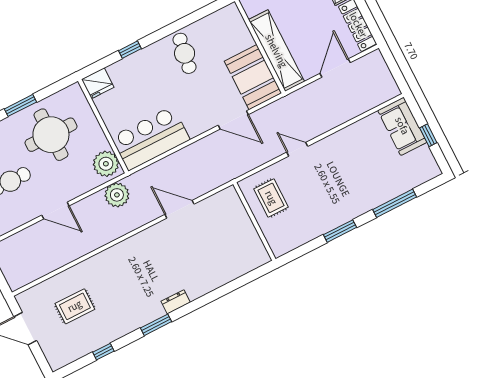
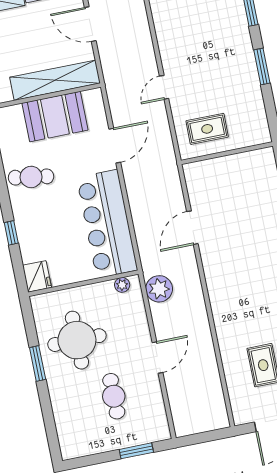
booth: (253, 77) -> (55, 117), moved
bar counter: (151, 138) -> (107, 224), width x1.36
plant: (106, 164) -> (122, 285), width x0.53, depth x0.53

